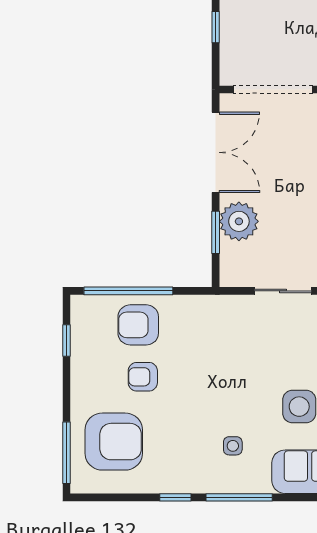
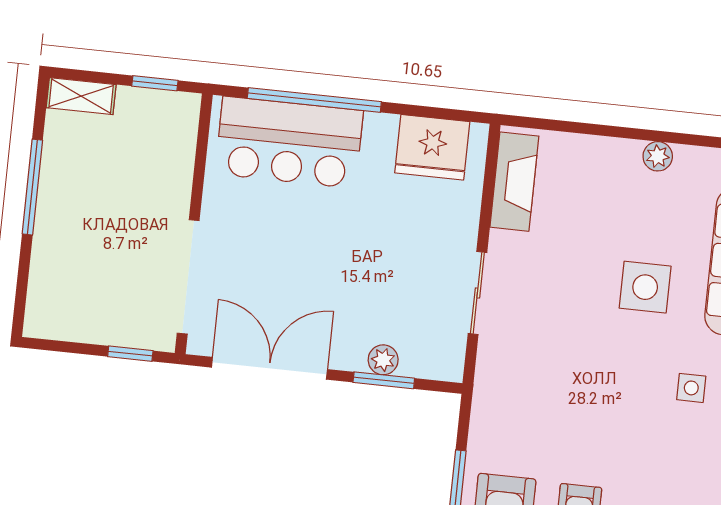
window: (216, 27) -> (130, 354), moved
plant: (239, 221) -> (383, 360), width x0.53, depth x0.53

